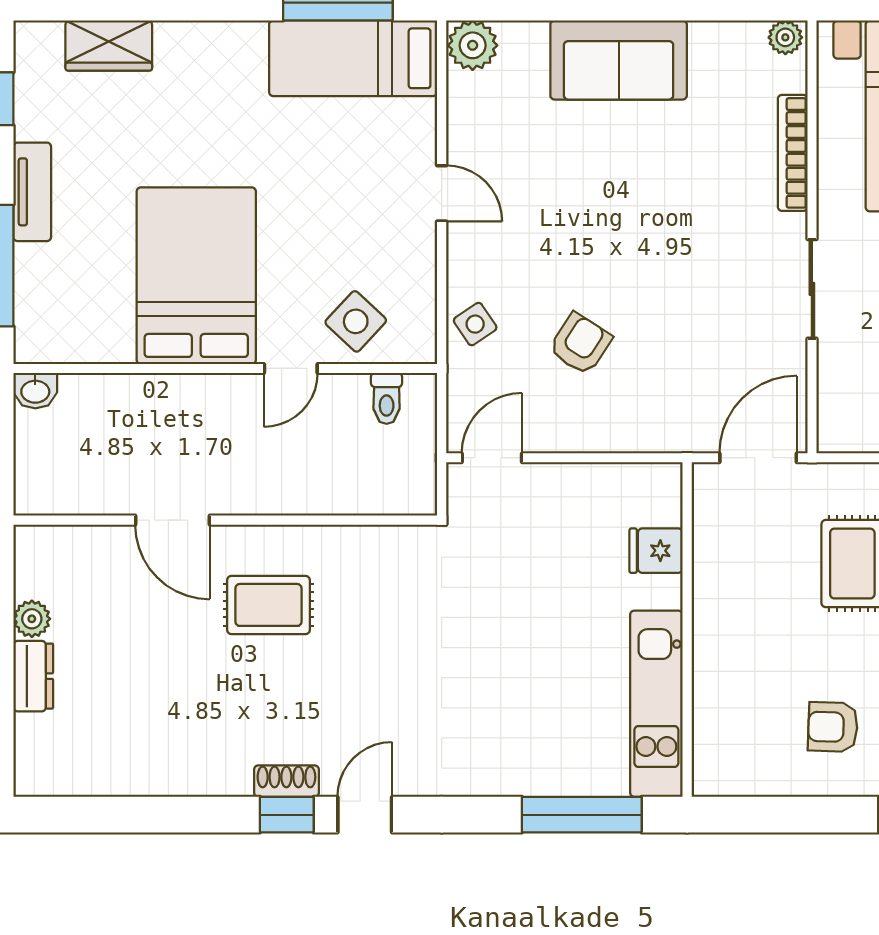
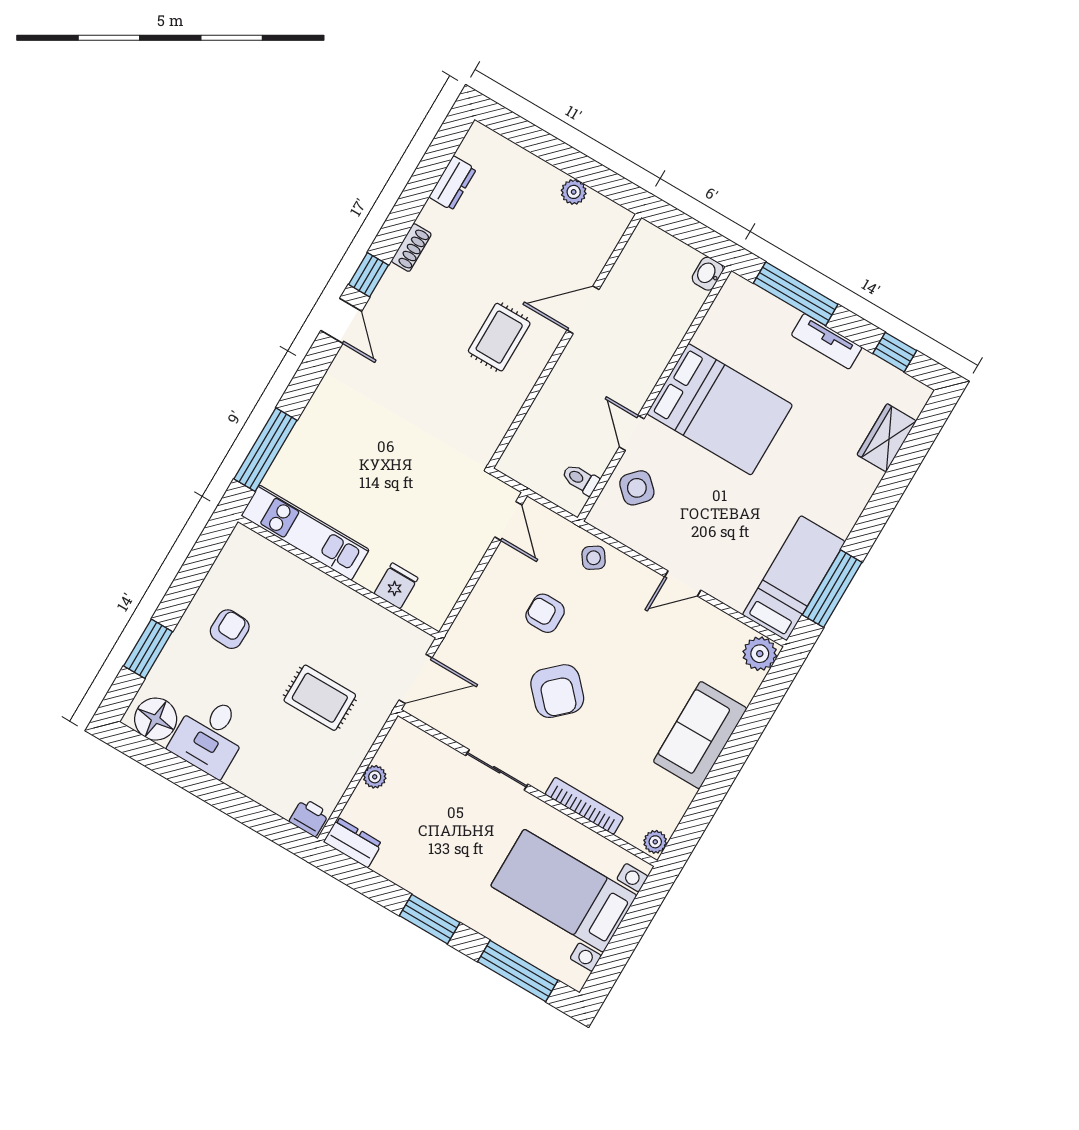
armchair: (669, 271) -> (557, 691), added
armchair: (580, 344) -> (545, 613), turned 147
door: (758, 458) -> (415, 679), hinge flipped
dresser: (33, 676) -> (453, 183), moved, turned -90
shoe rack: (286, 781) -> (411, 248), moved

